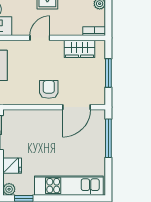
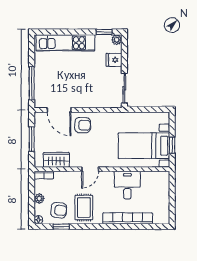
armchair: (49, 89) -> (83, 125), turned -88
door: (76, 107) -> (59, 110), swing flipped

